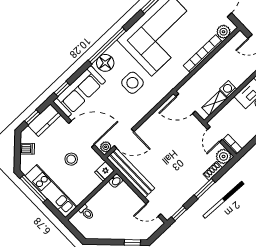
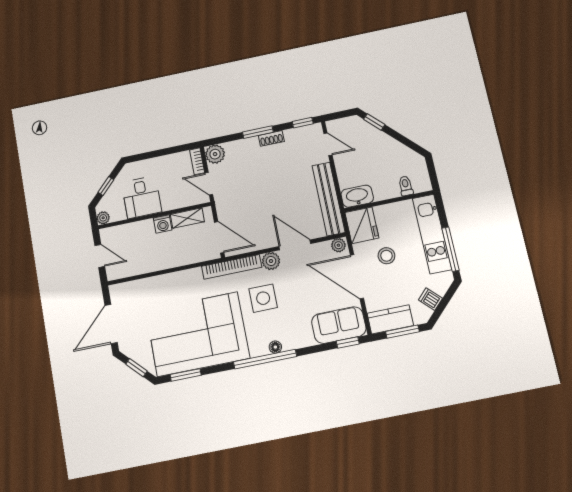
plant: (224, 32) -> (271, 261), moved
bookcase: (203, 54) -> (232, 267), moved
floor lamp: (105, 63) -> (275, 347), width x0.53, depth x0.53
sofa: (79, 91) -> (339, 325), width x0.73
window: (32, 117) -> (402, 332), width x1.50
door: (215, 134) -> (209, 184), swing flipped
door: (124, 139) -> (295, 245), moved
fridge: (105, 171) -> (362, 225), width x1.88, depth x1.34
shoe rack: (213, 171) -> (271, 138), moved
washbasin: (116, 181) -> (357, 196), width x1.91, depth x1.45

